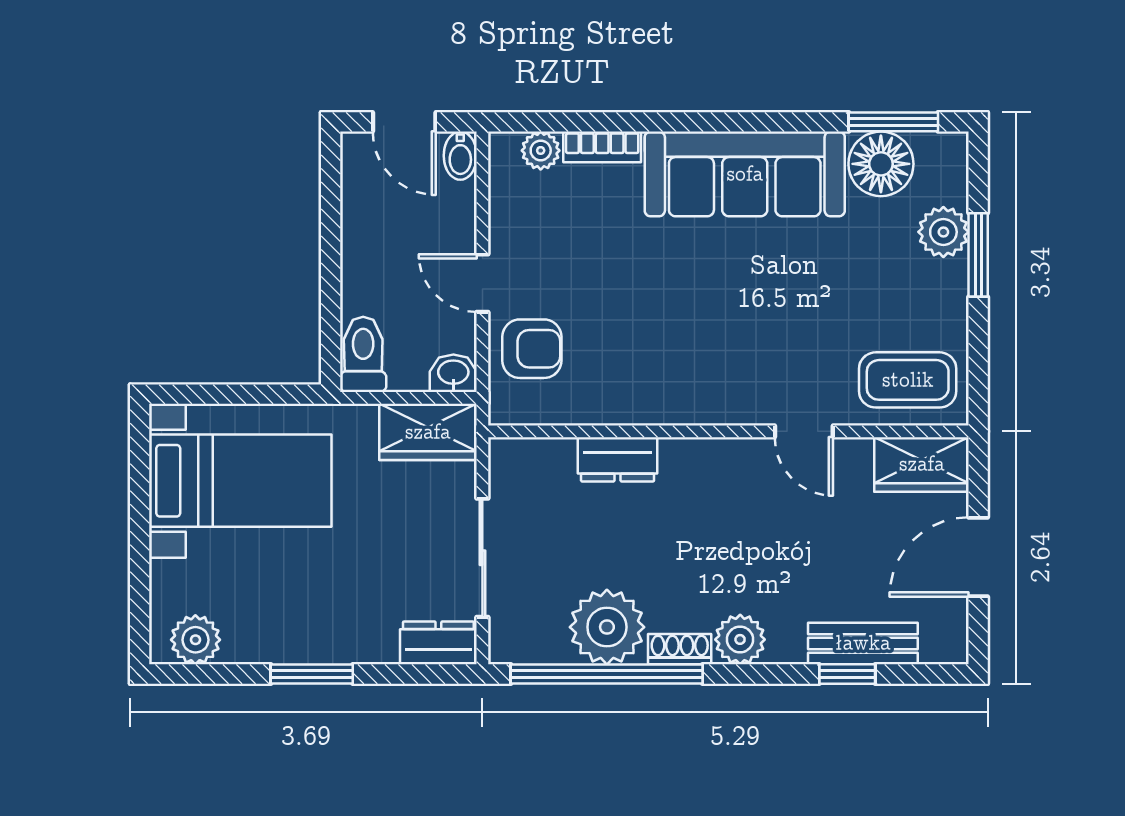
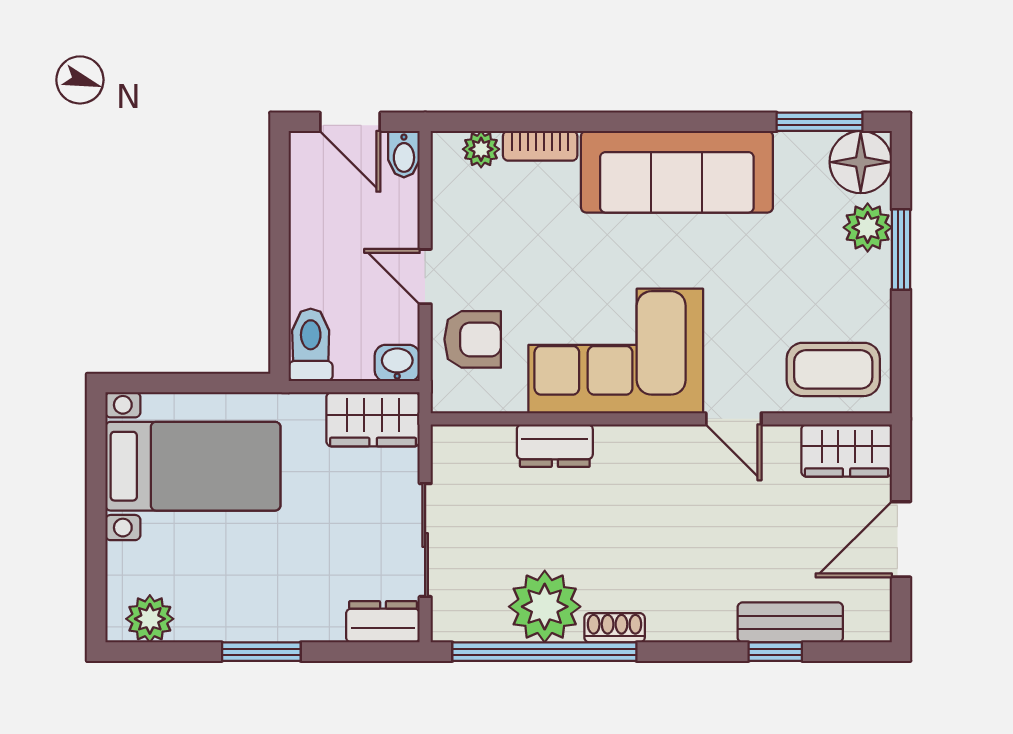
floor lamp: (881, 164) -> (861, 162), moved
corner sofa: (681, 361) -> (616, 351), added
plant: (740, 639) -> (672, 619), removed

